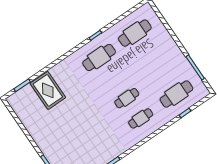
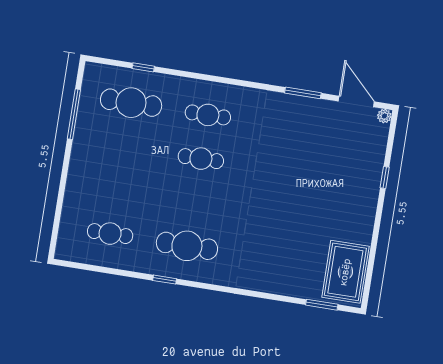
cafe table: (135, 33) -> (110, 234), width x0.73, depth x0.74
rug: (48, 90) -> (345, 272), moved

